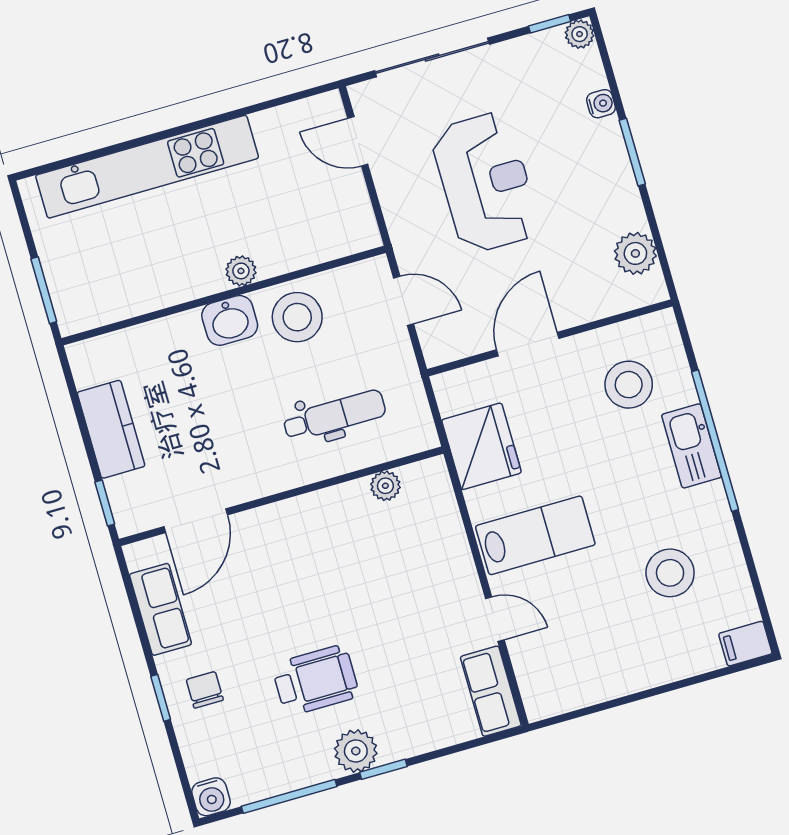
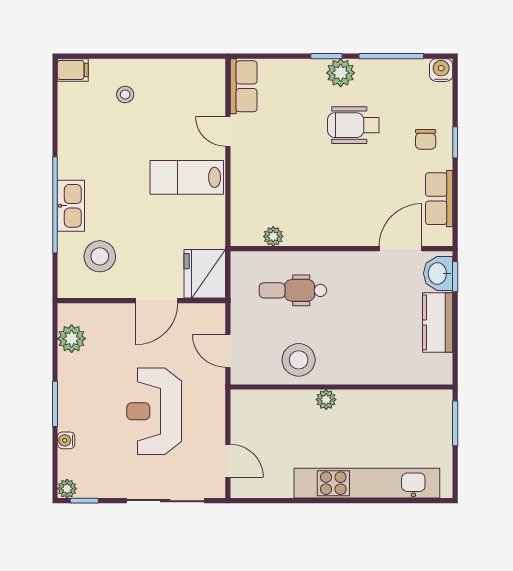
washbasin: (230, 320) -> (438, 273), moved, turned -90
fridge: (481, 446) -> (205, 274), moved
stool: (670, 573) -> (125, 95), moved, width x0.53, depth x0.53

